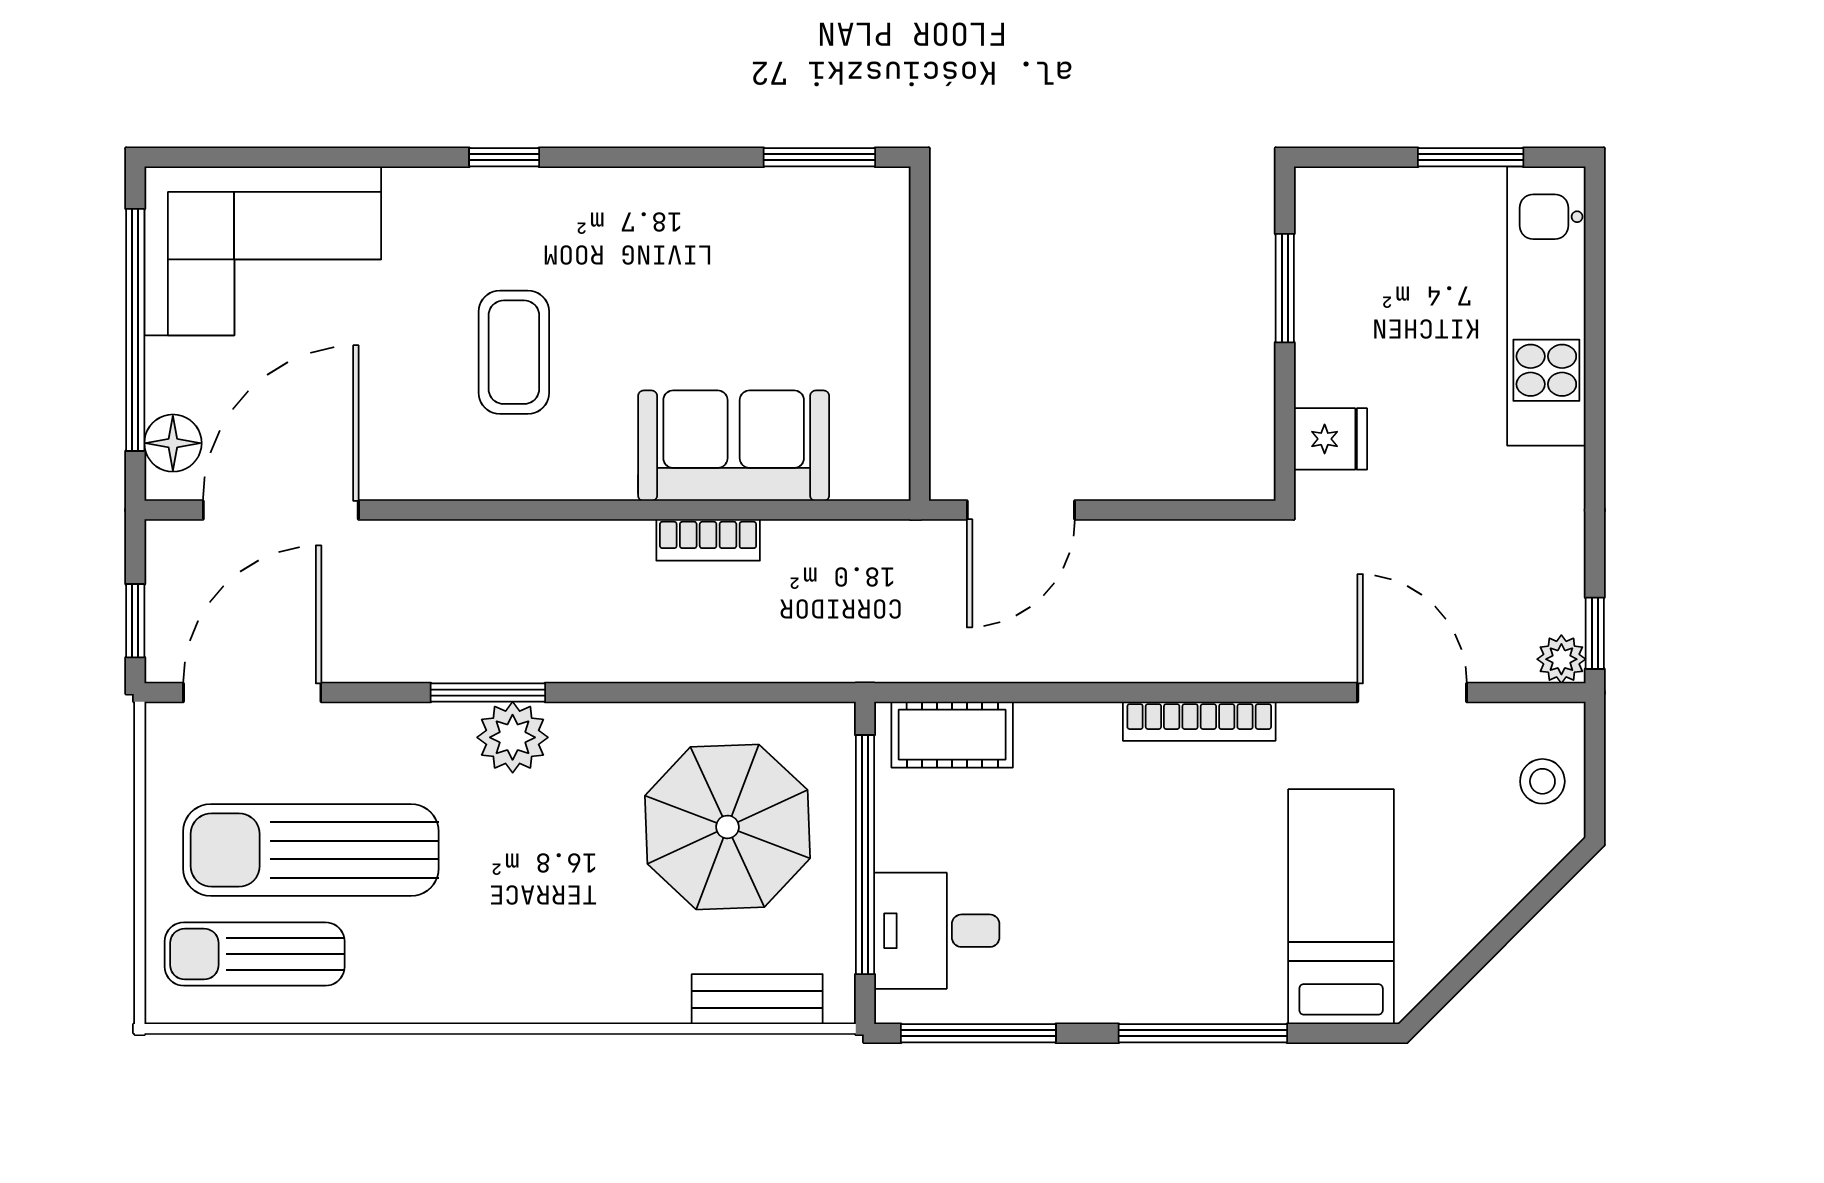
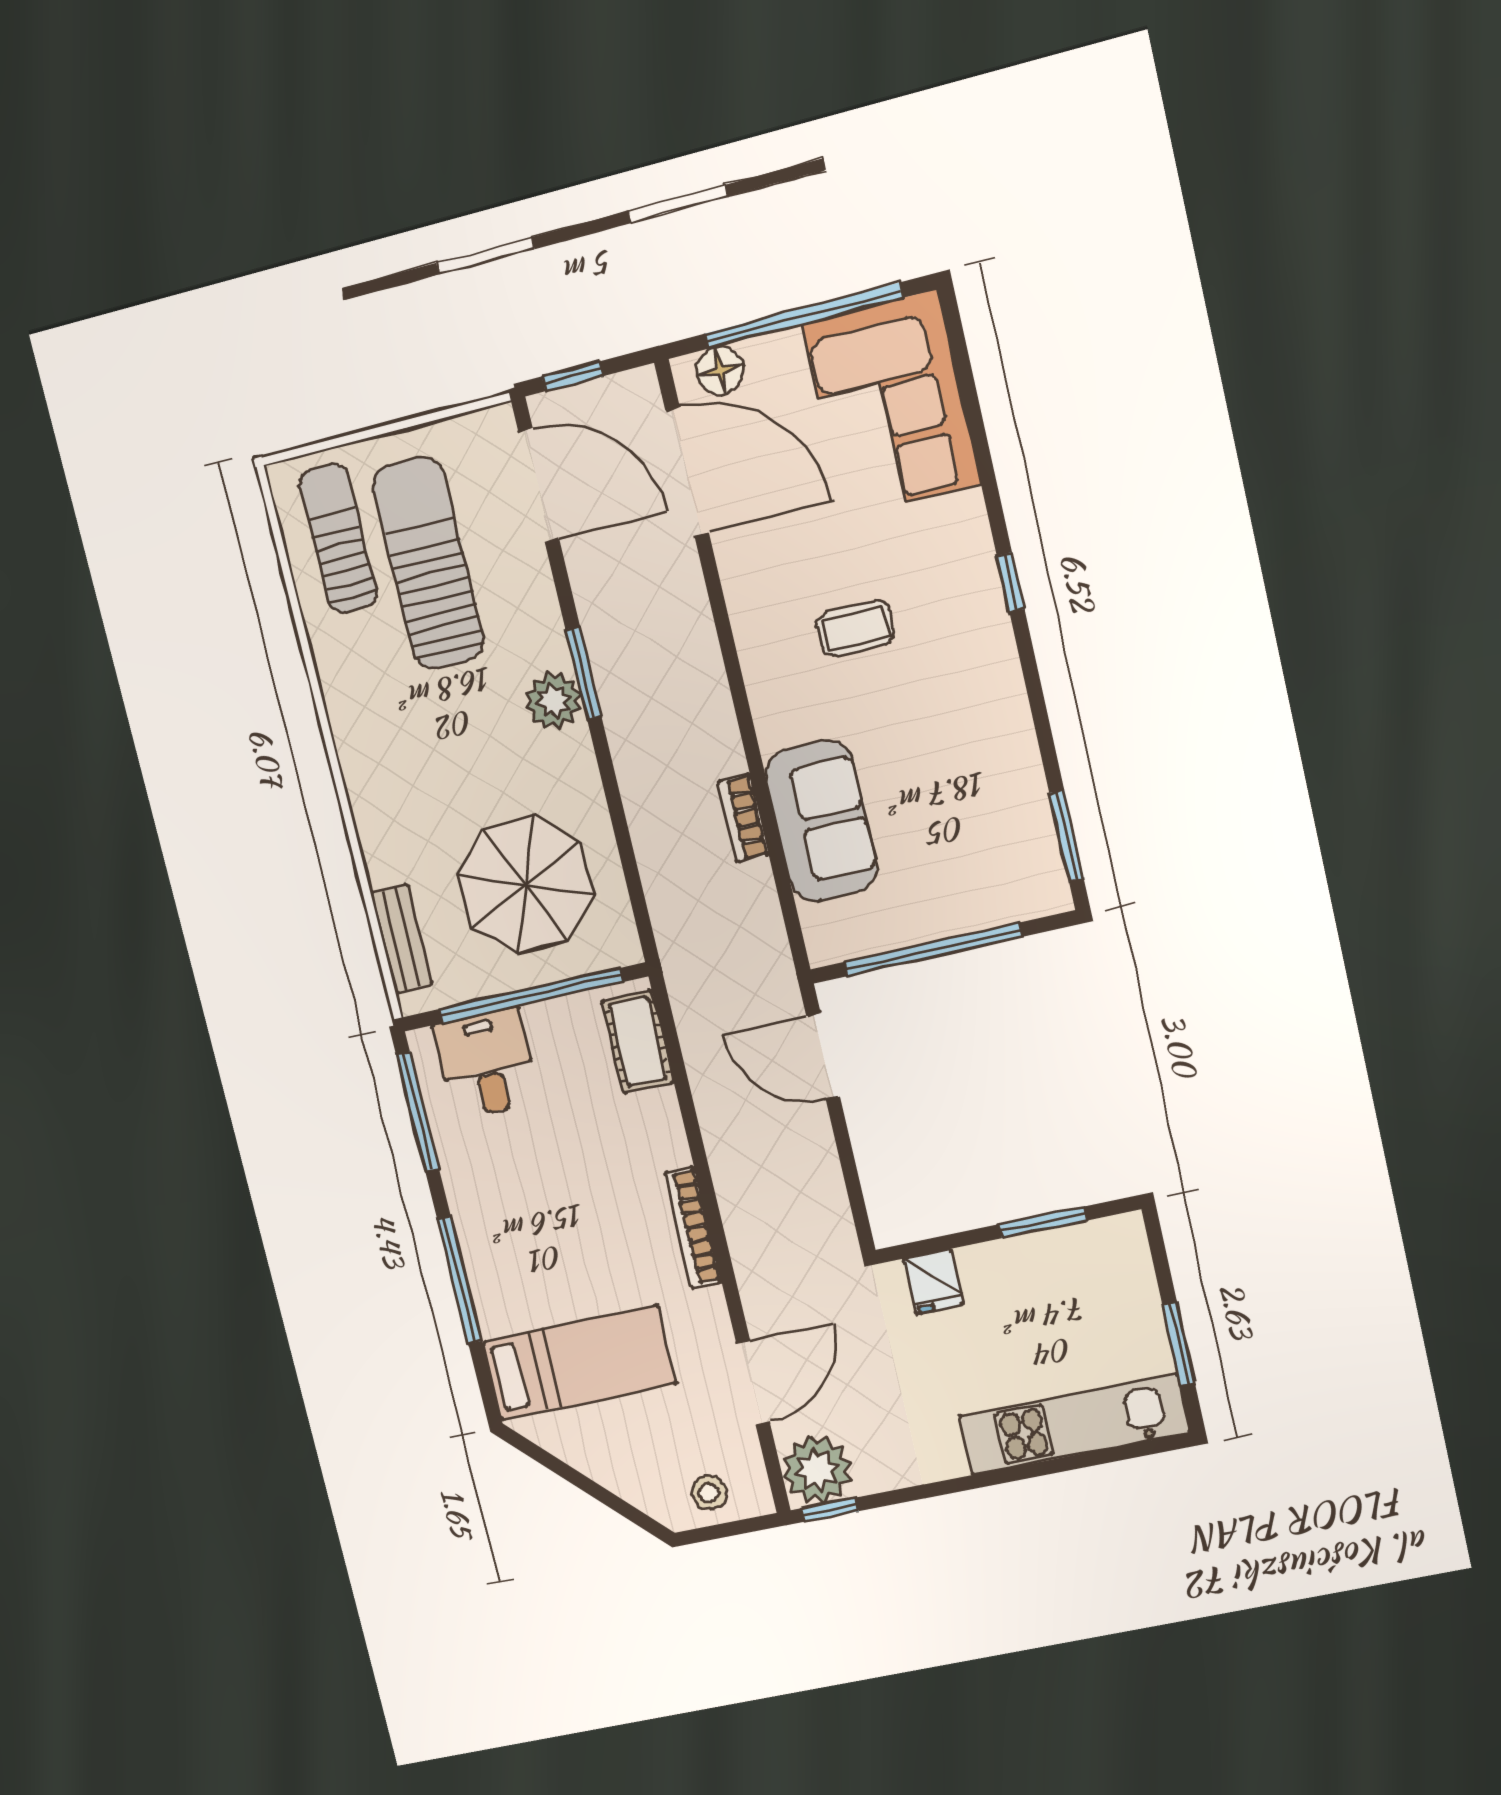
window: (920, 347) -> (933, 949), added
coffee table: (514, 352) -> (856, 628), width x0.73, depth x0.77
plant: (1561, 659) -> (817, 1470), width x1.88, depth x1.88

